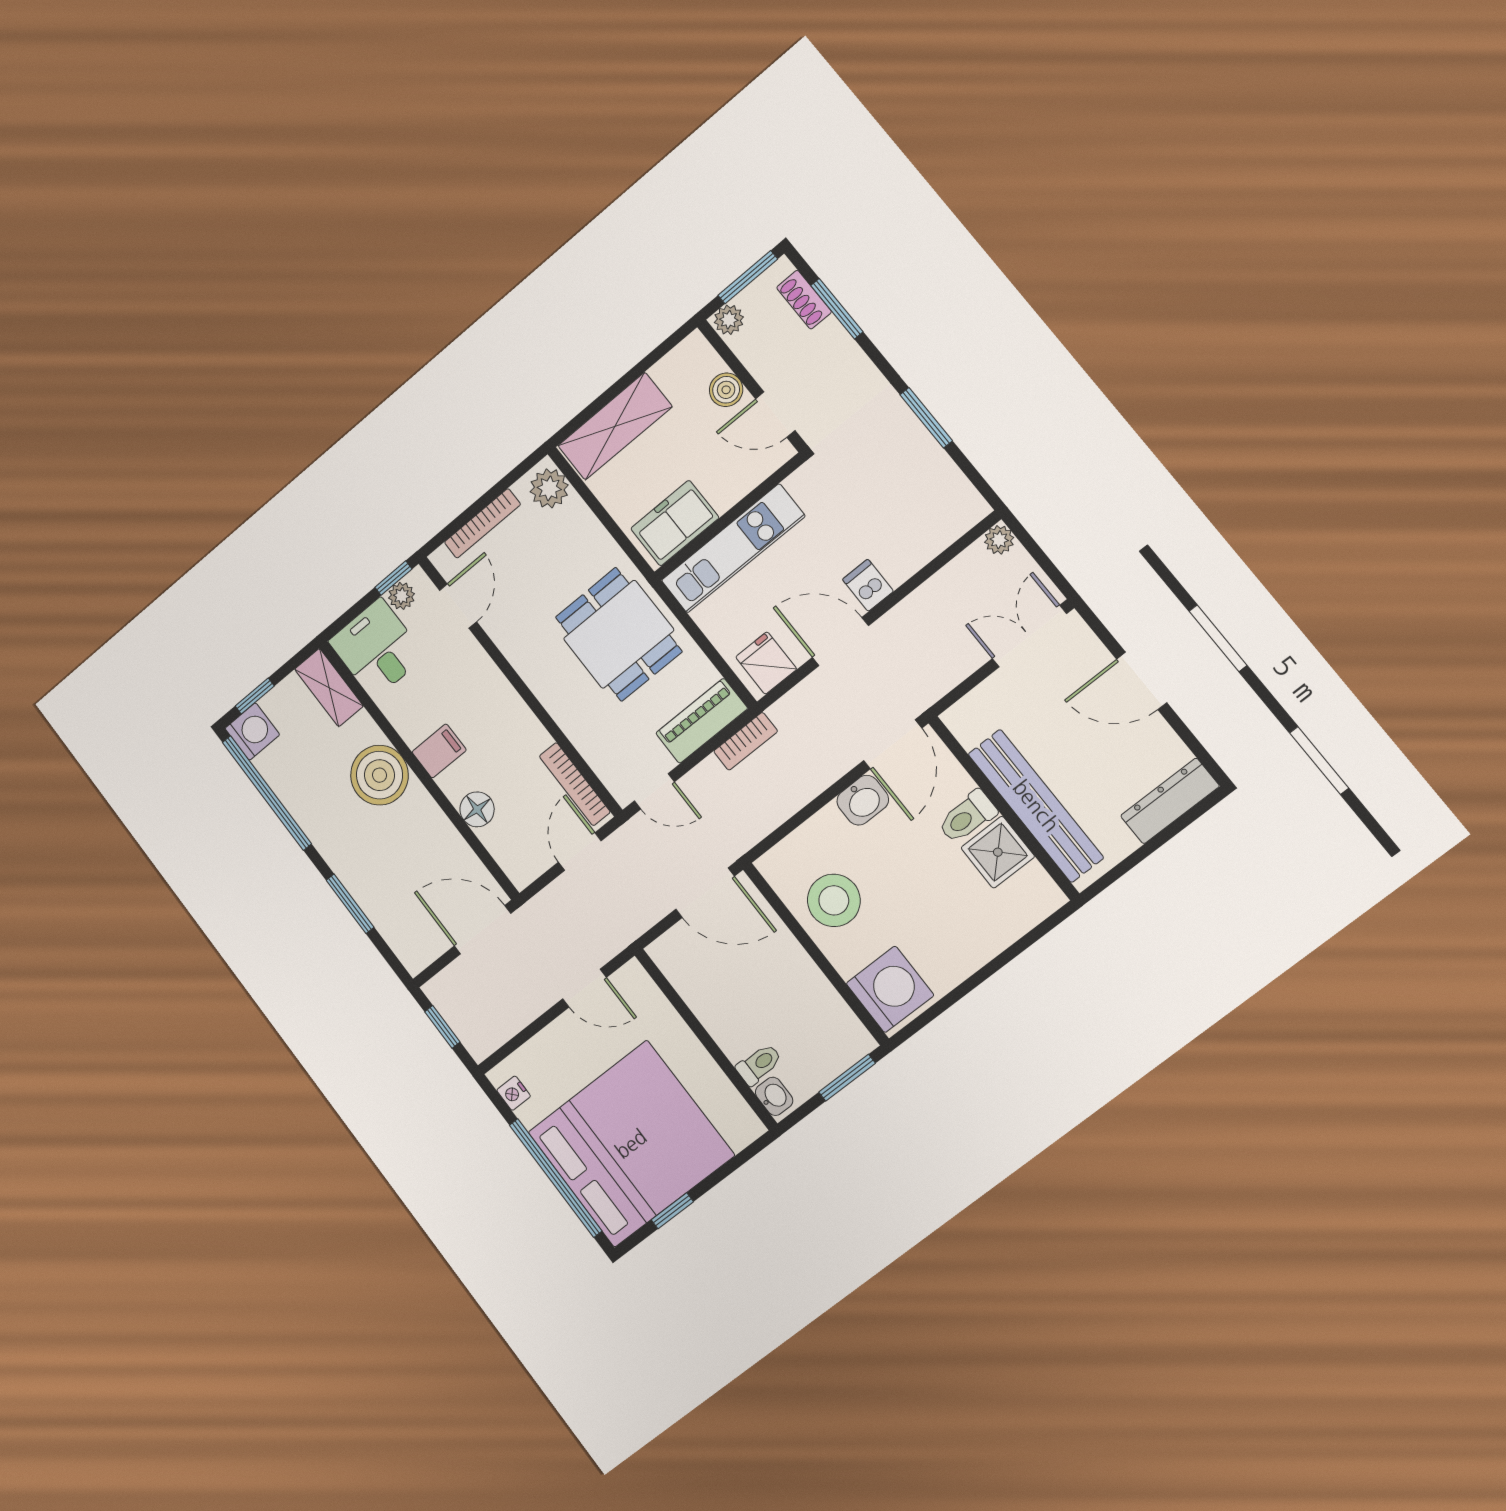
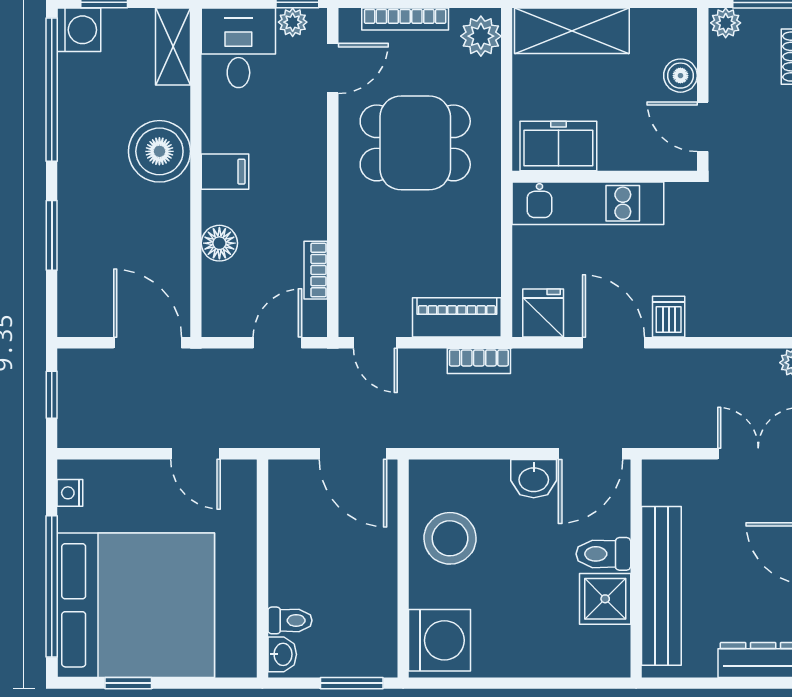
dining table: (619, 634) -> (415, 143), moved, turned 90
bookcase: (575, 784) -> (316, 270), width x0.64

